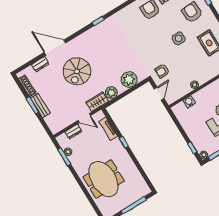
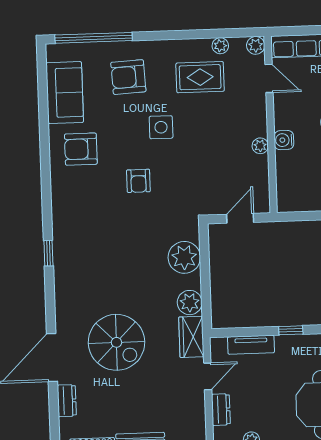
armchair: (162, 71) -> (138, 181), moved
door: (159, 94) -> (240, 218), hinge flipped
water cooler: (189, 102) -> (284, 140), moved

